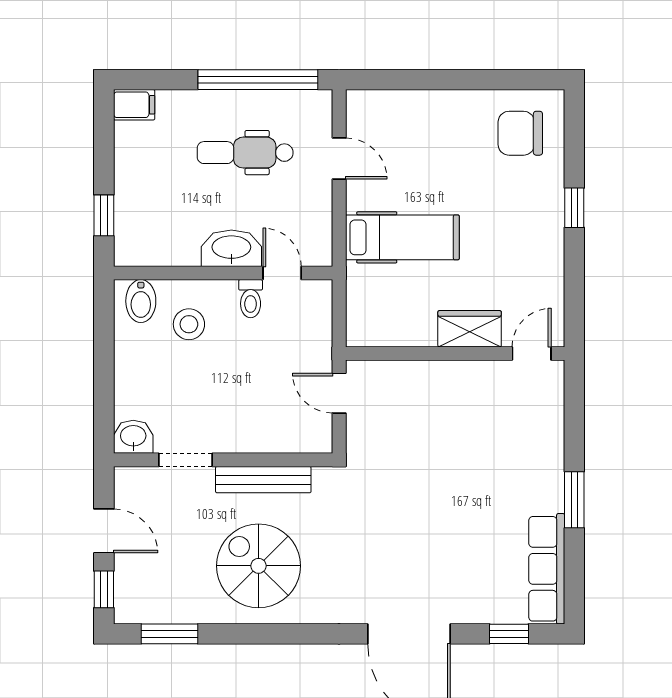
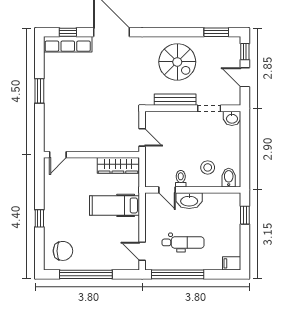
window: (468, 80) -> (86, 274), added
door: (339, 159) -> (142, 251), moved
wardrobe: (470, 329) -> (118, 165), moved, width x1.50
row of seats: (547, 569) -> (68, 44), moved, turned 90

